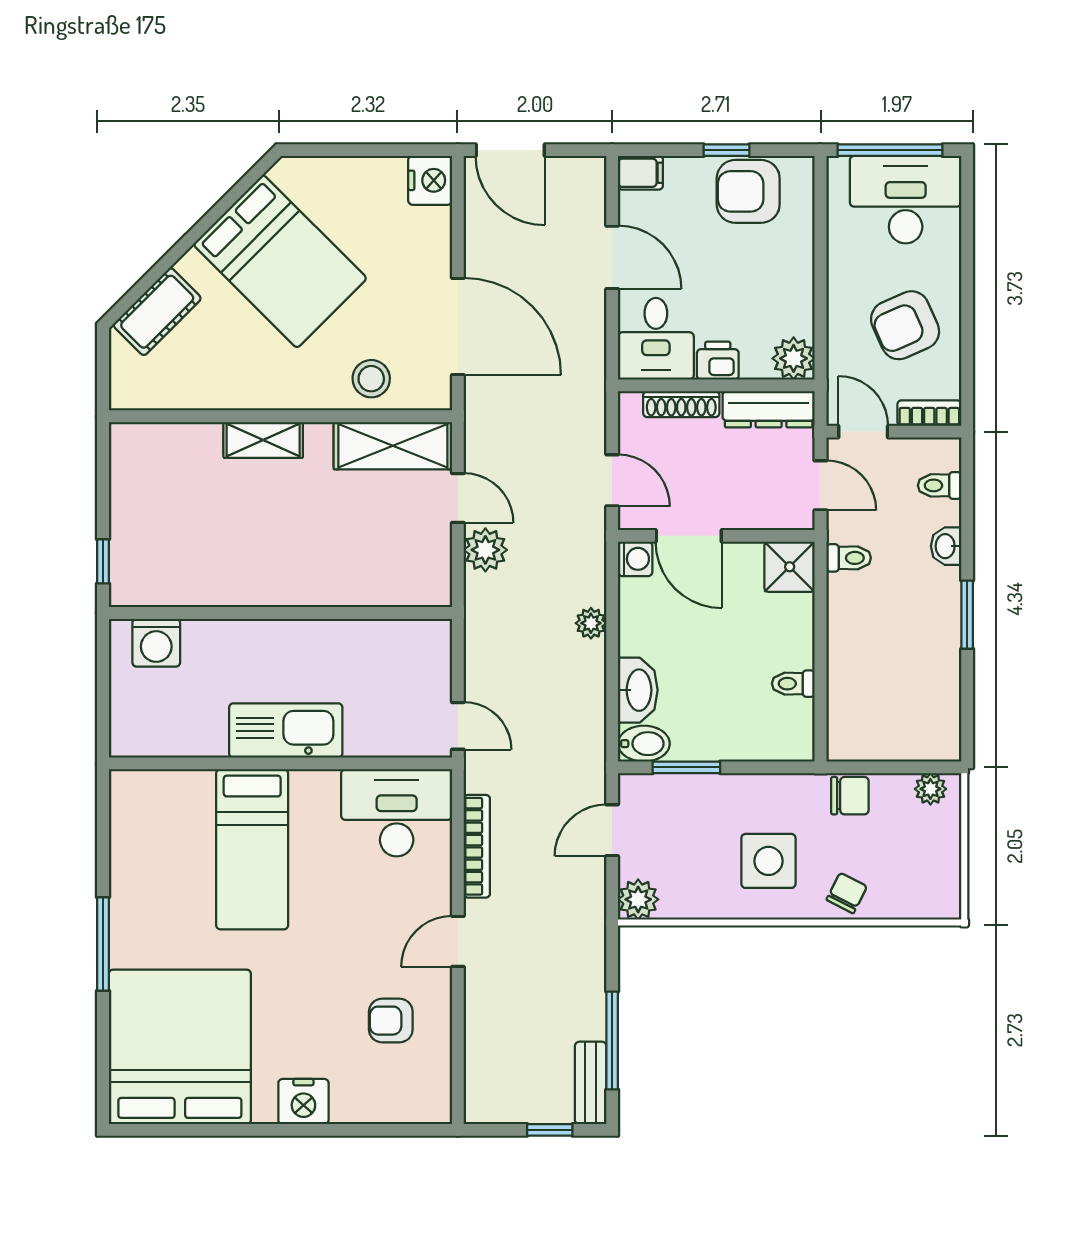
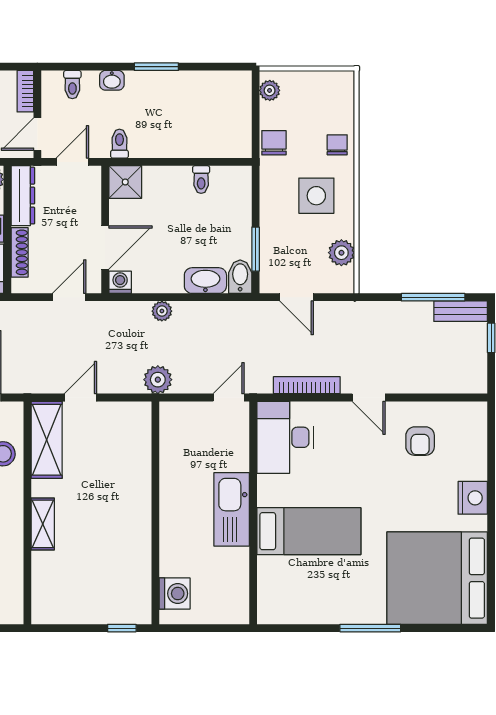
plant: (485, 550) -> (158, 380), moved
chair: (847, 893) -> (337, 145), turned 63
plant: (638, 899) -> (341, 253), moved

